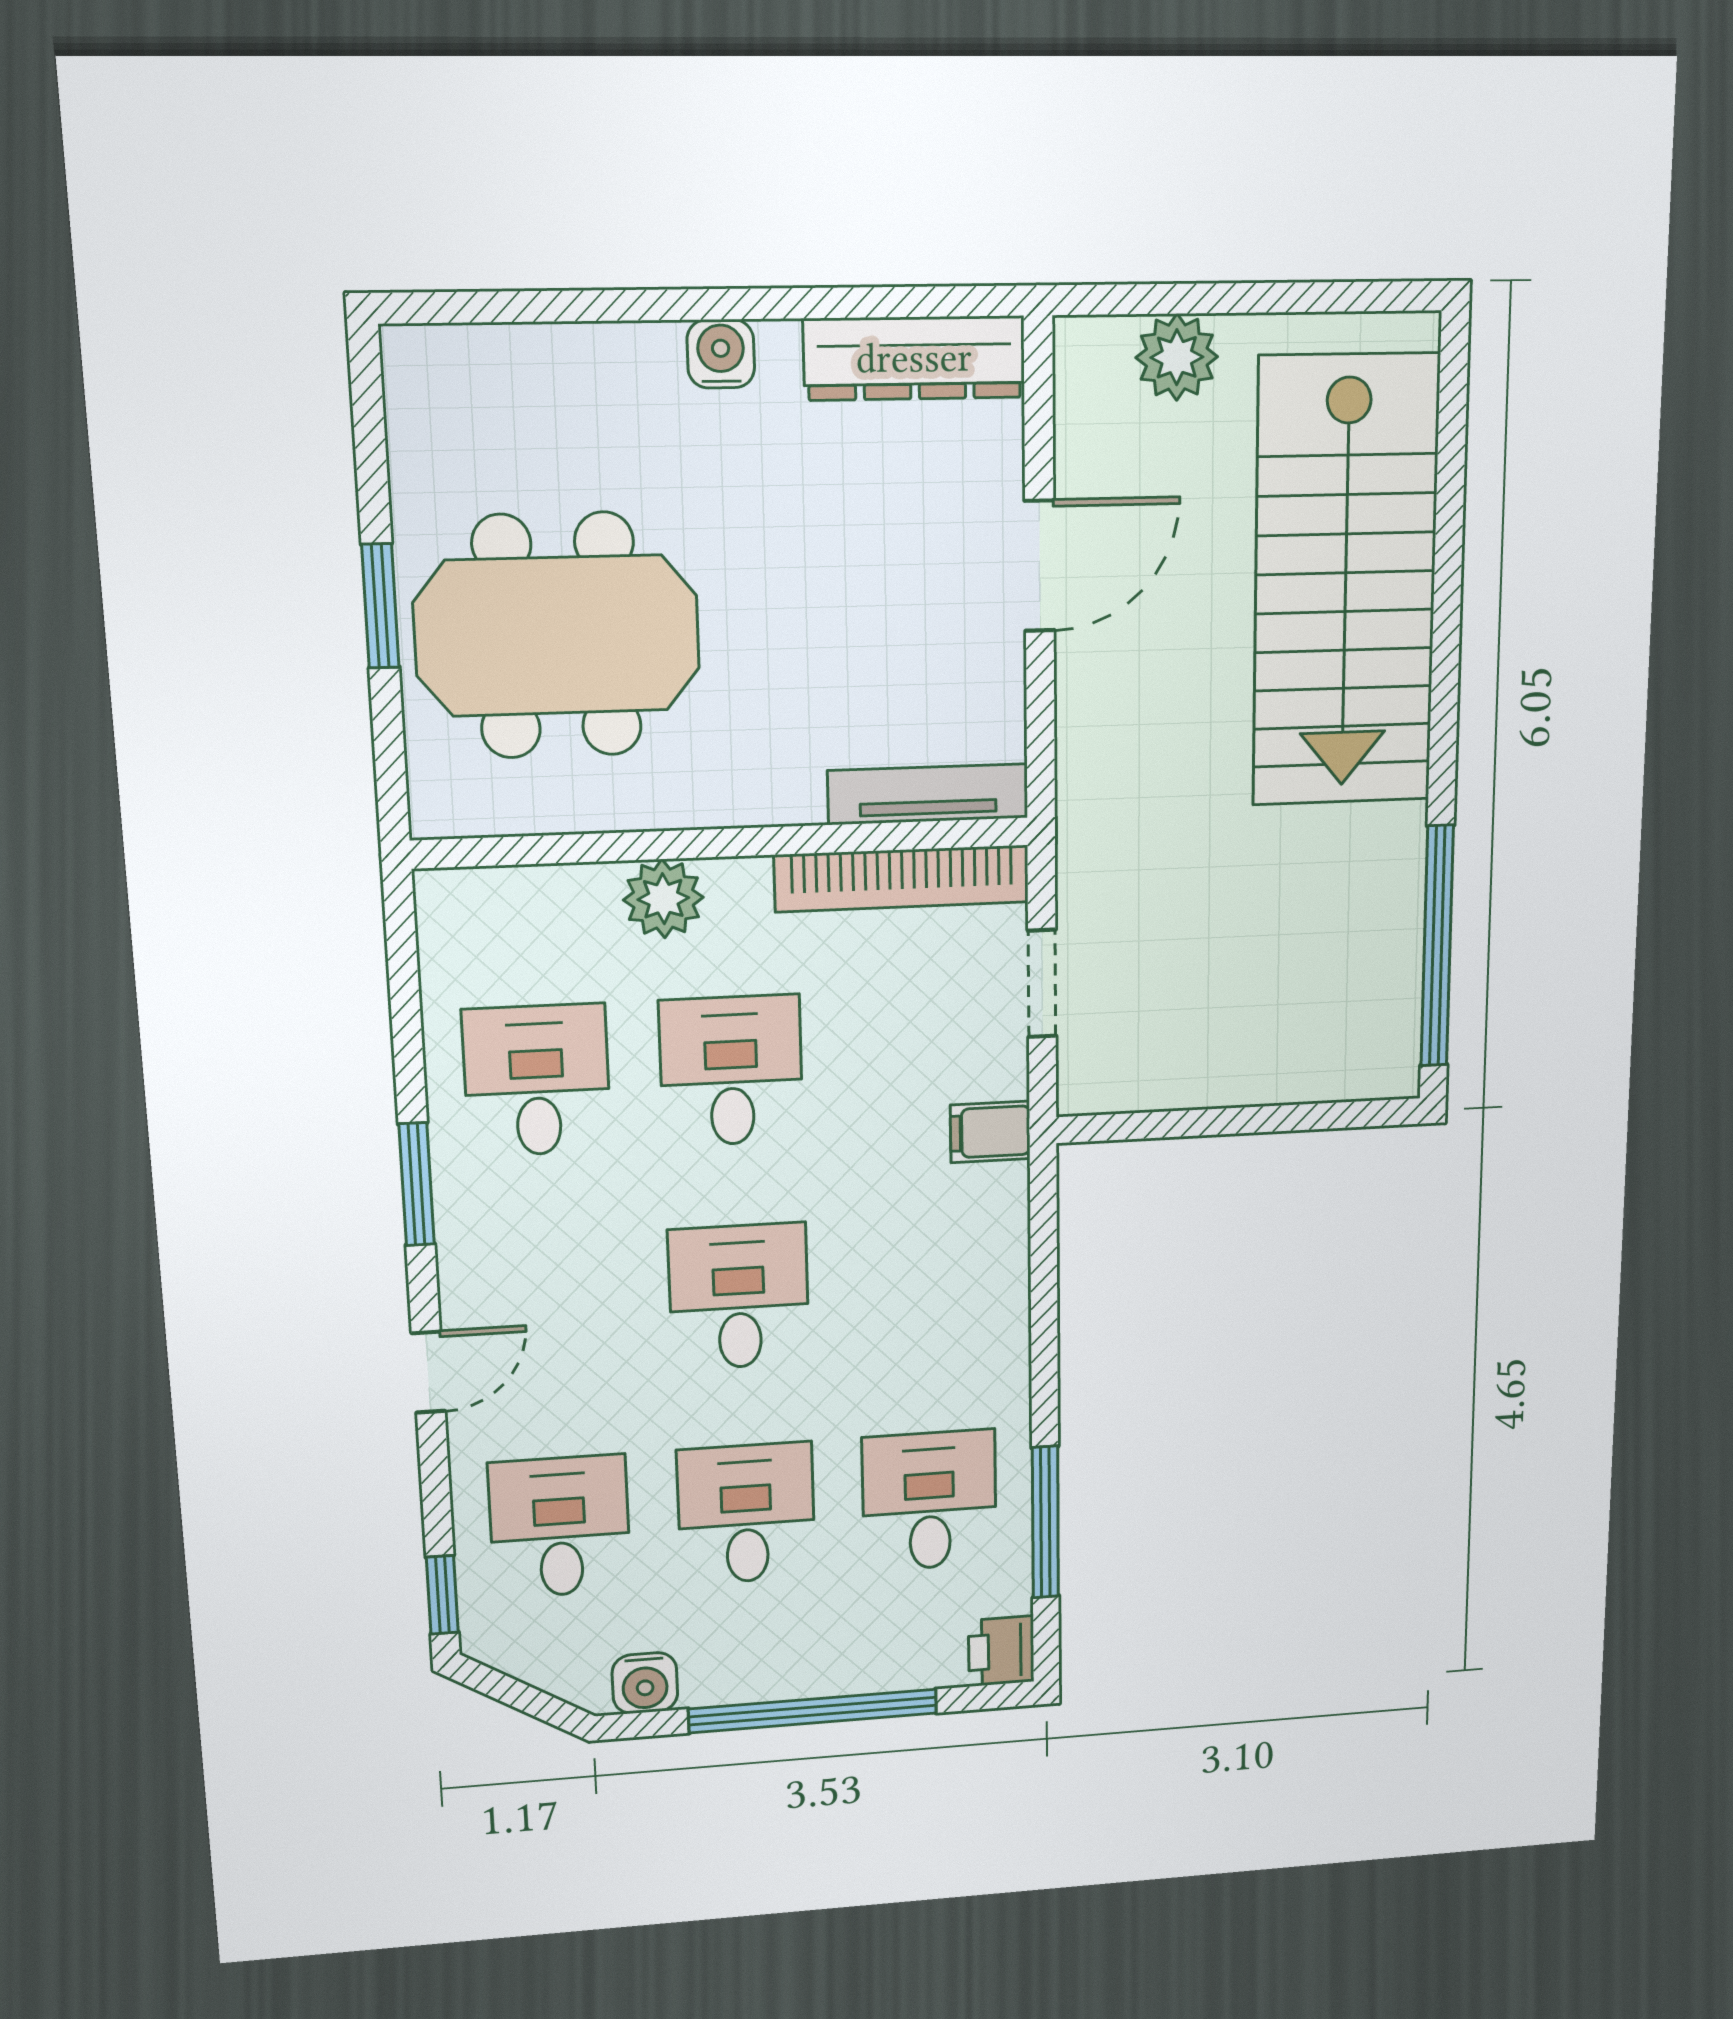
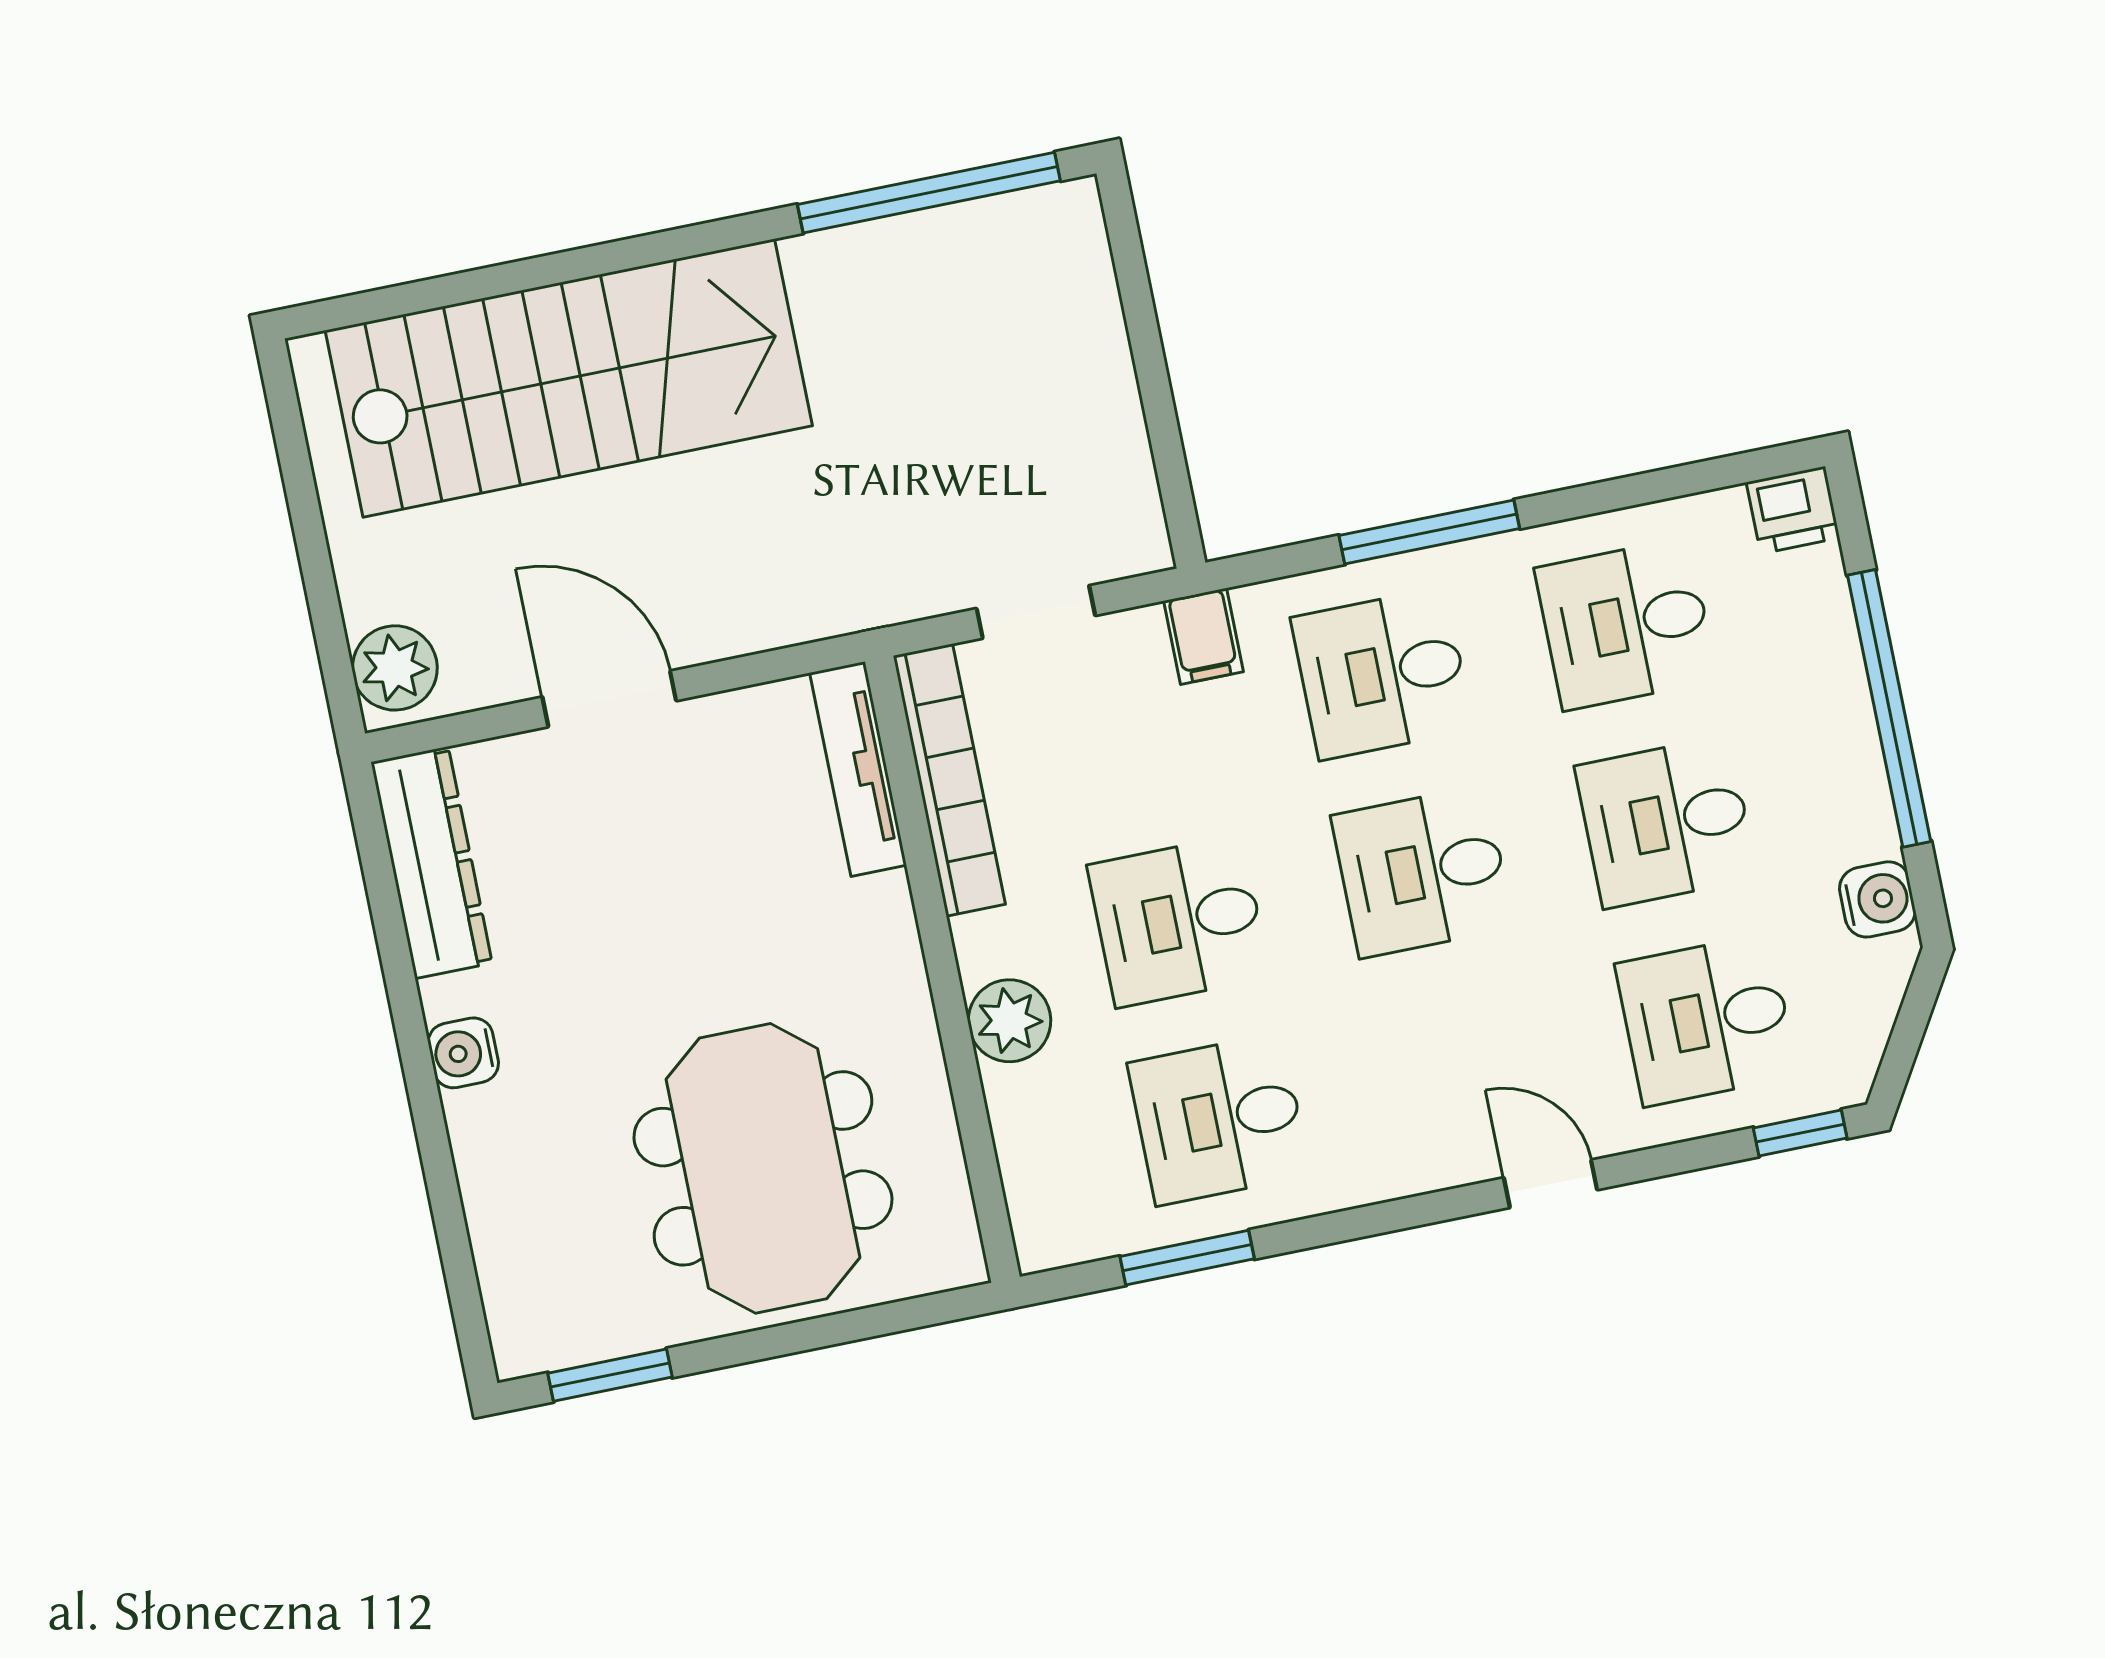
plant: (1177, 357) -> (395, 668), moved
window: (380, 606) -> (610, 1375), moved
window: (417, 1184) -> (1187, 1258), moved
desk: (926, 1285) -> (1382, 674), added
window: (1045, 1522) -> (1429, 532), moved

